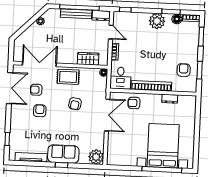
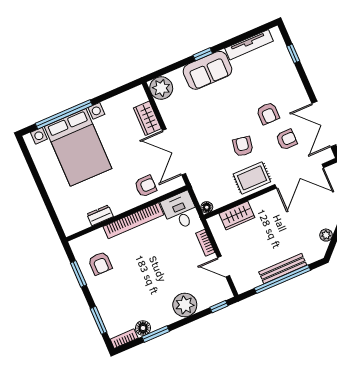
dresser: (101, 16) -> (248, 283), removed
plant: (157, 21) -> (185, 305), moved
armchair: (75, 104) -> (243, 146), moved
wardrobe: (113, 143) -> (147, 118), added

